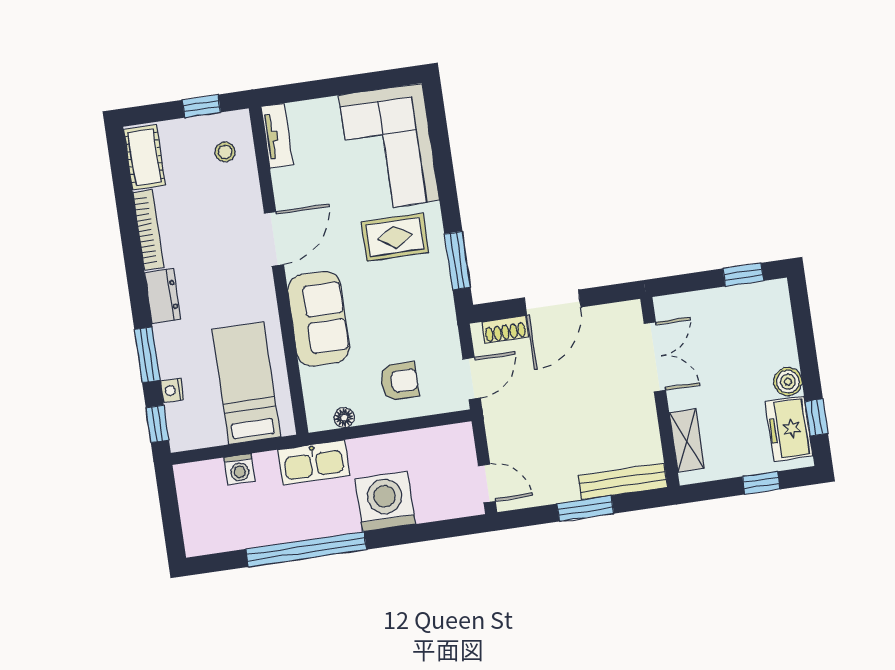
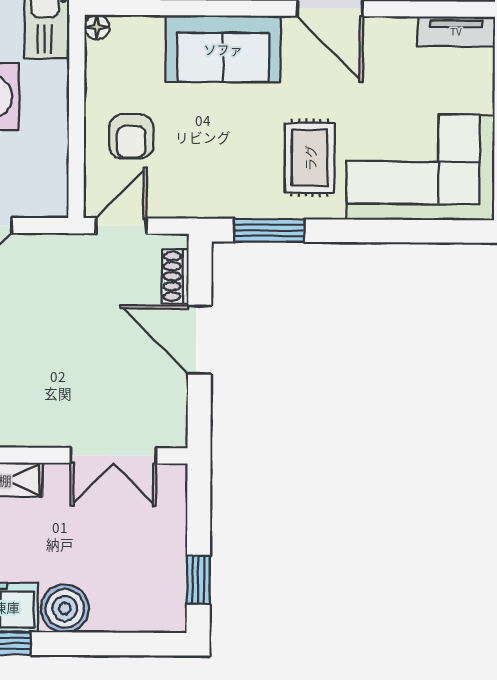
door: (472, 379) -> (121, 226), swing flipped
boiler: (788, 382) -> (65, 608), width x1.36, depth x1.36
floor lamp: (344, 418) -> (97, 27), moved

